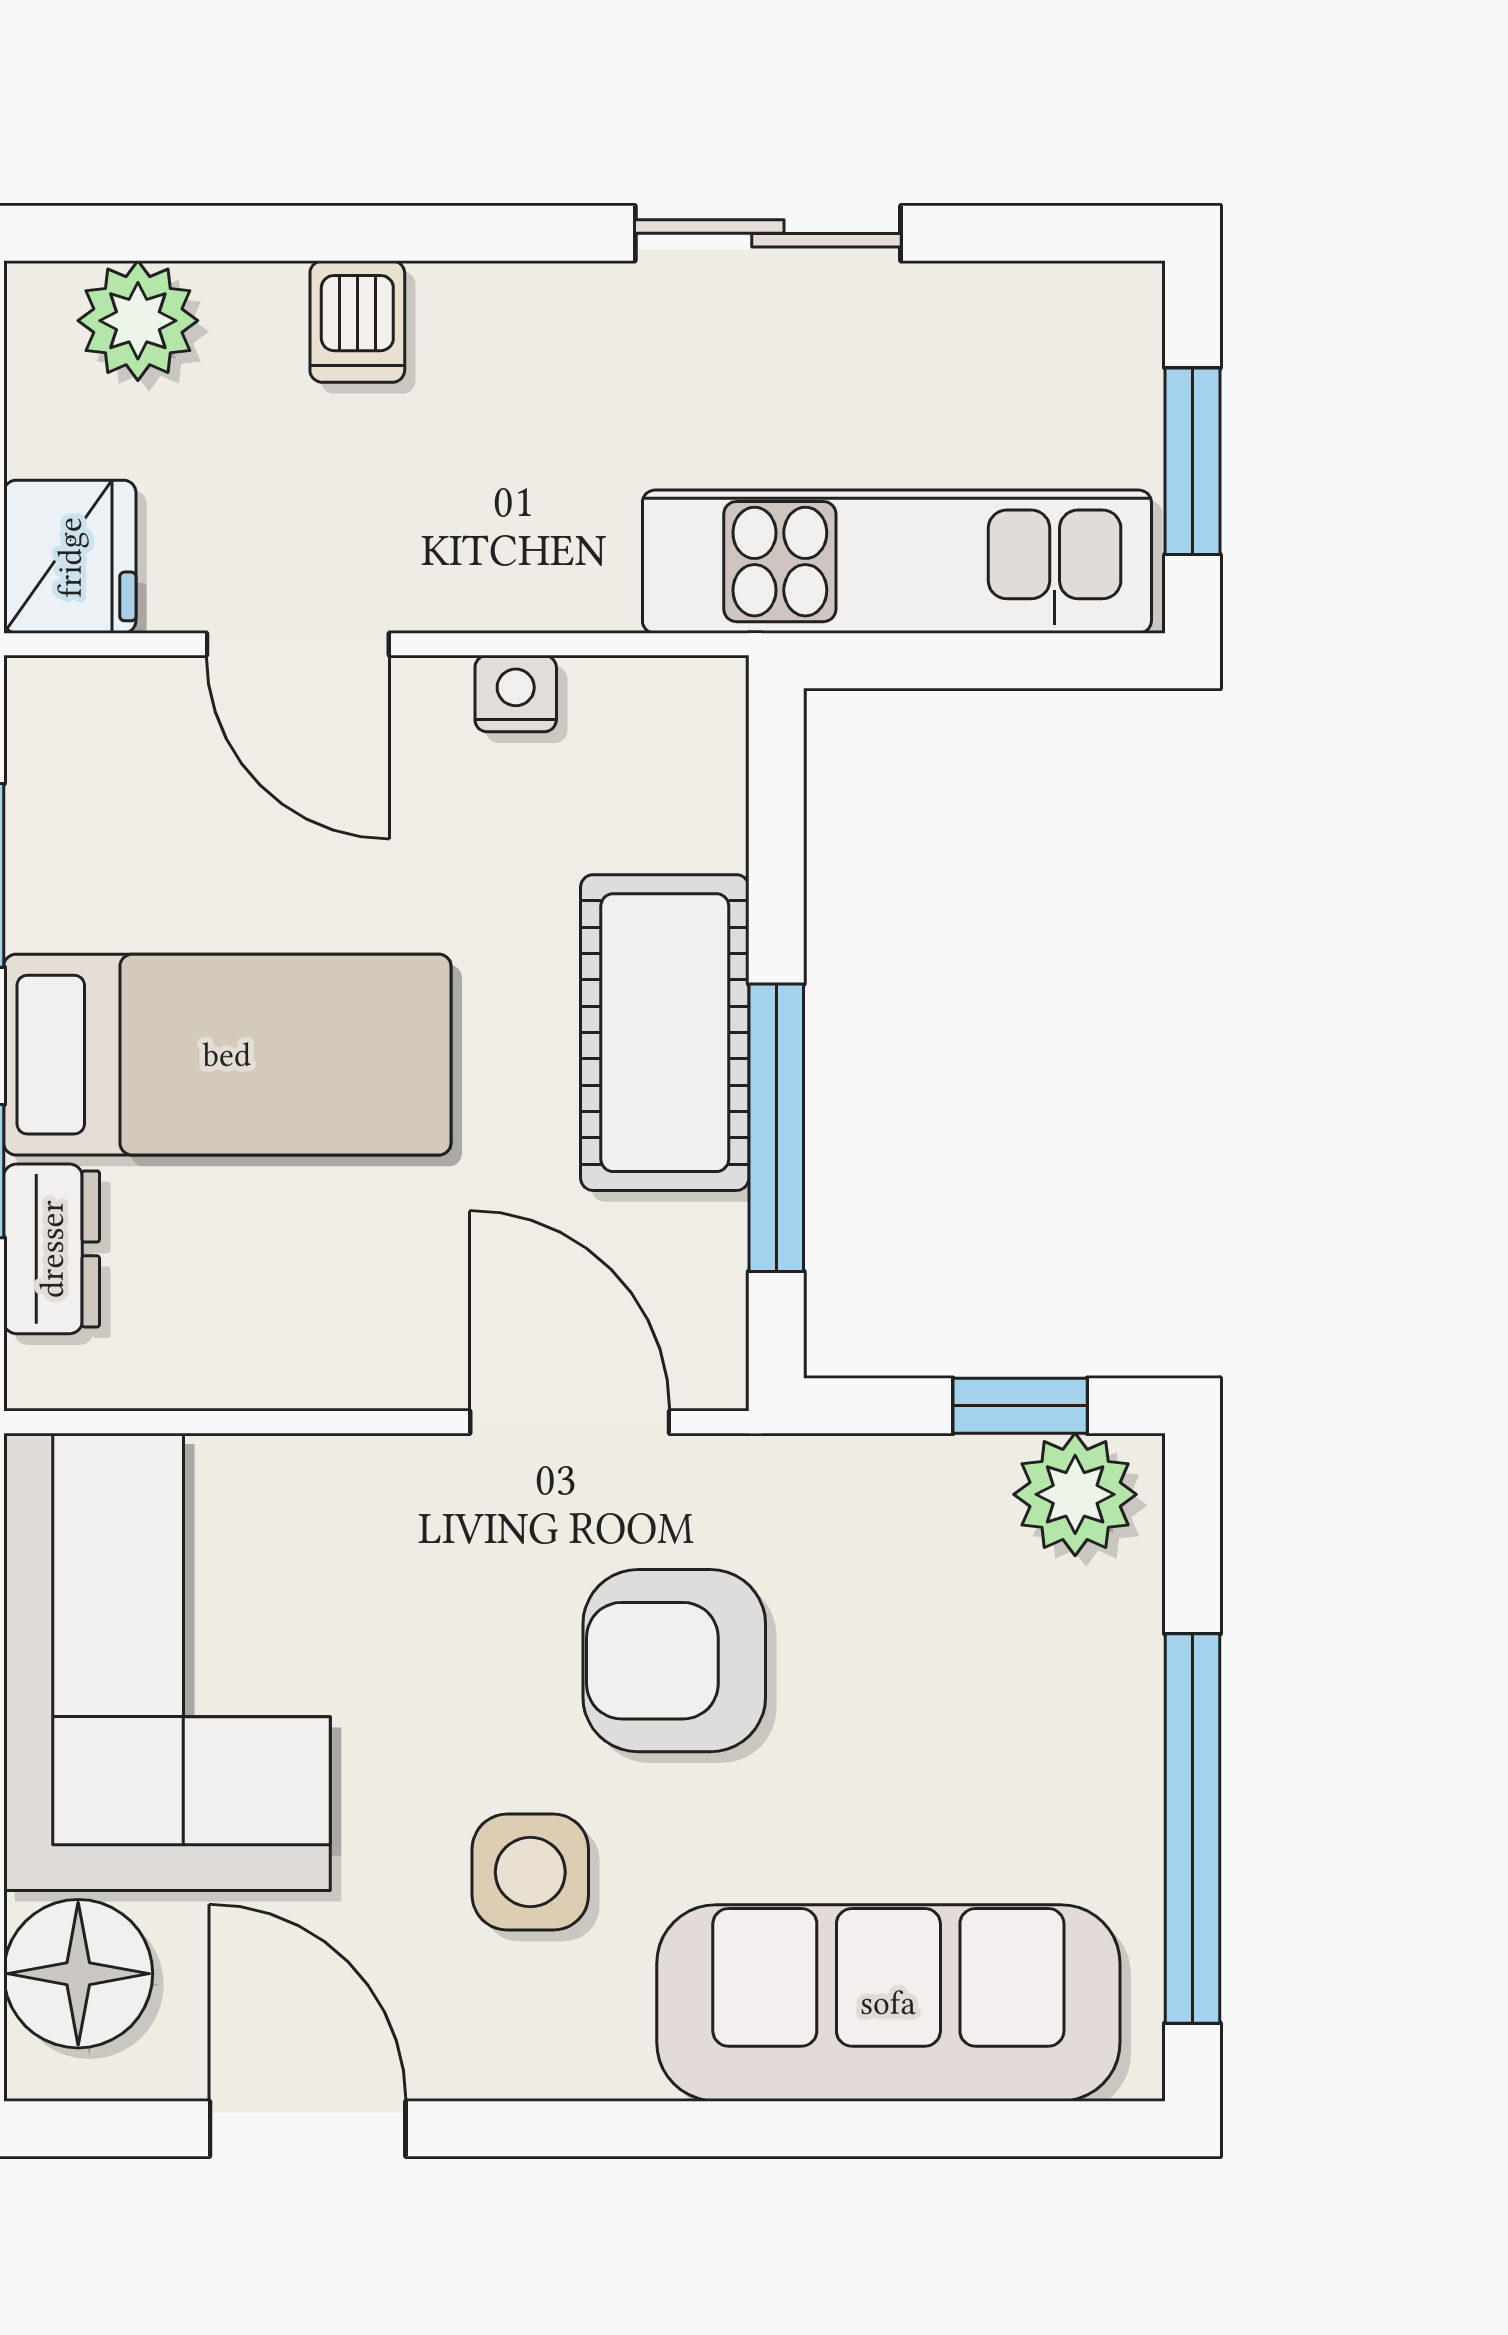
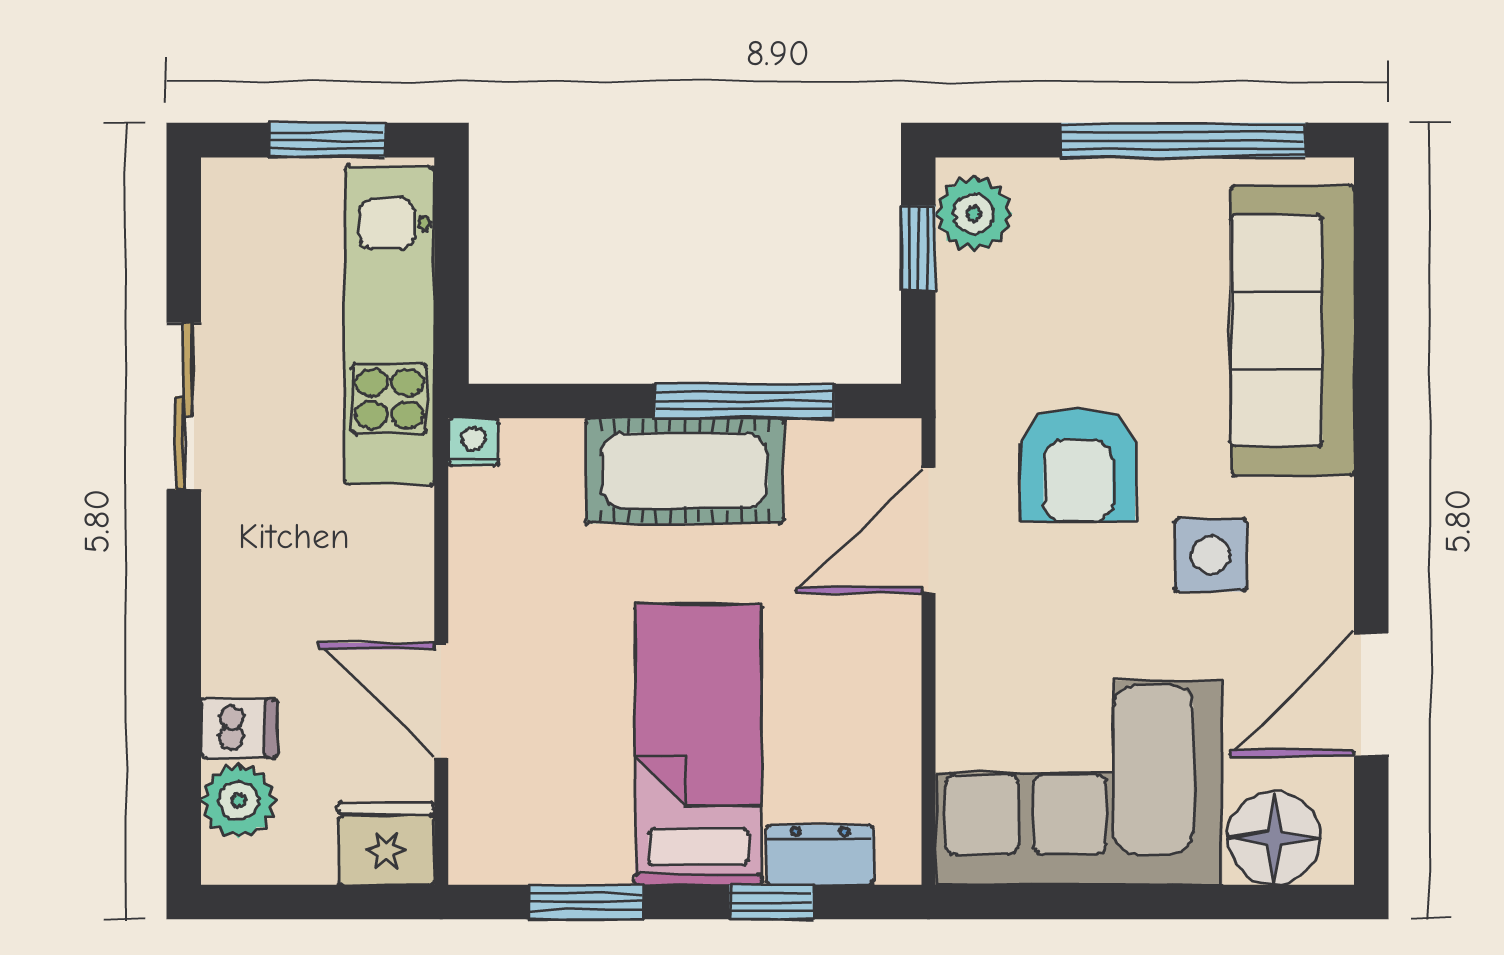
dishwasher: (357, 322) -> (239, 728), moved
door: (298, 644) -> (441, 701), swing flipped
nightstand: (516, 694) -> (474, 442), moved, turned 90

